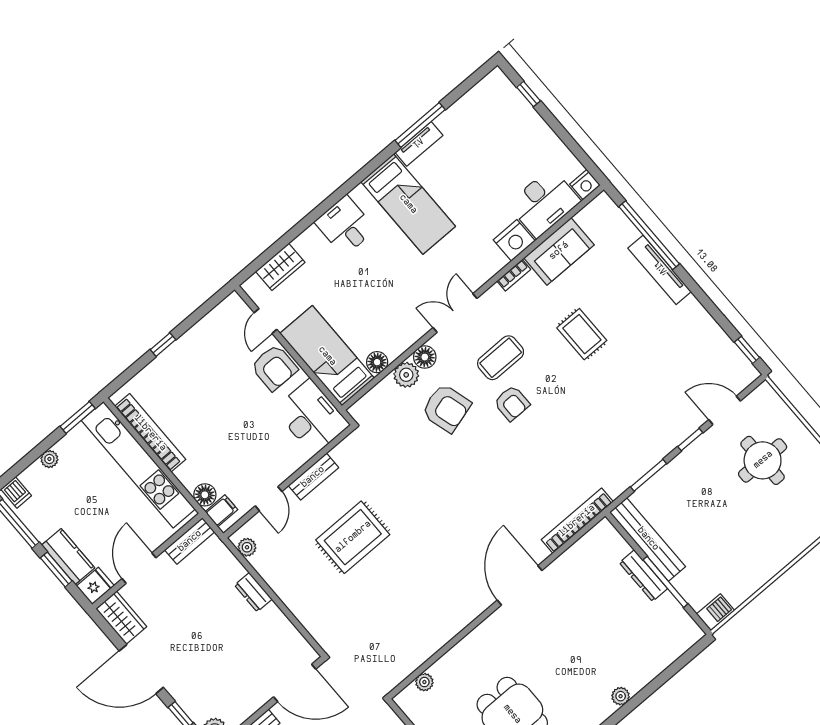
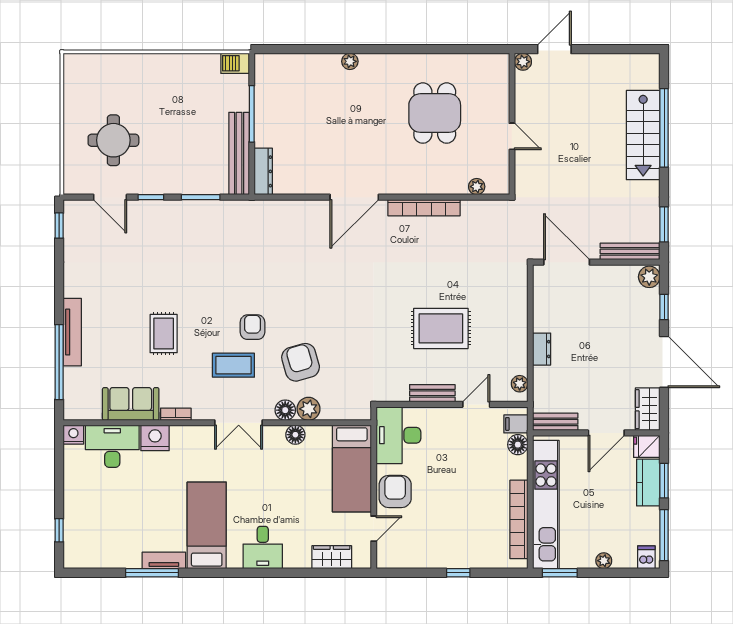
floor lamp: (377, 362) -> (295, 435), moved
bookcase: (577, 521) -> (424, 208), moved
dresser: (643, 576) -> (263, 171), moved

